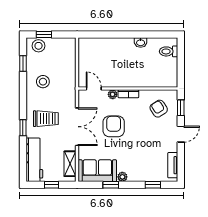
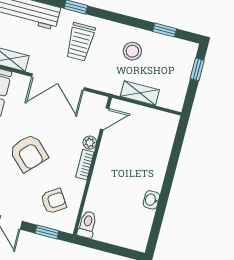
stool: (39, 46) -> (183, 58), removed
toilet: (169, 51) -> (87, 224), moved
shelving: (70, 69) -> (140, 93), added
armchair: (114, 126) -> (29, 153), moved, turned 44

